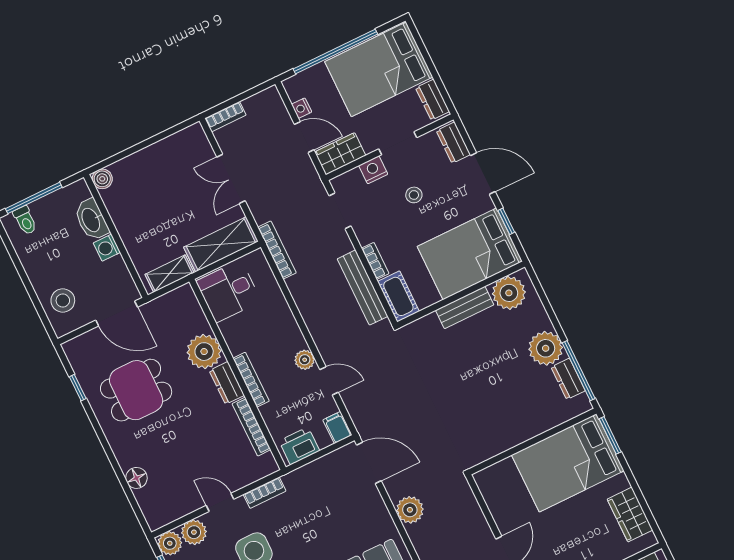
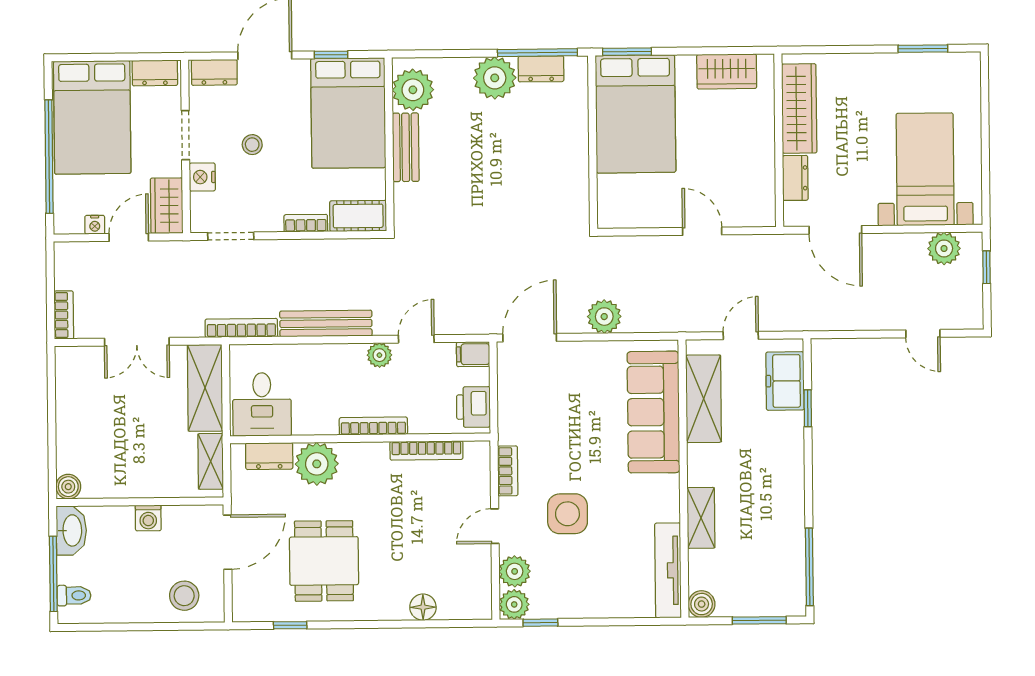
washbasin: (91, 220) -> (71, 531), moved, turned -90
bench: (363, 288) -> (326, 323), moved
dresser: (227, 383) -> (269, 456), moved

